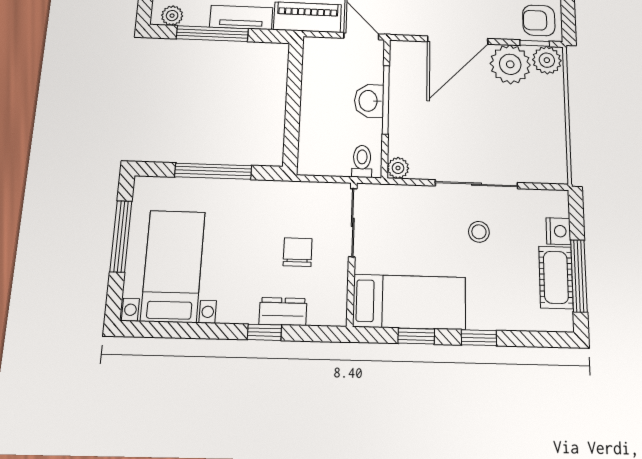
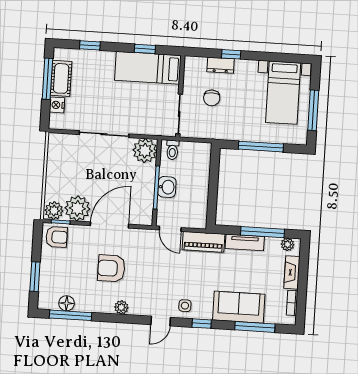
plant: (398, 168) -> (145, 151), width x1.88, depth x1.88
stool: (479, 232) -> (105, 106), removed
window: (479, 338) -> (90, 45), moved

